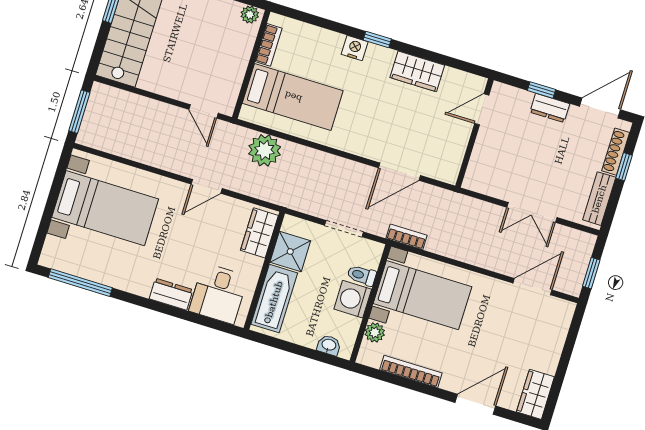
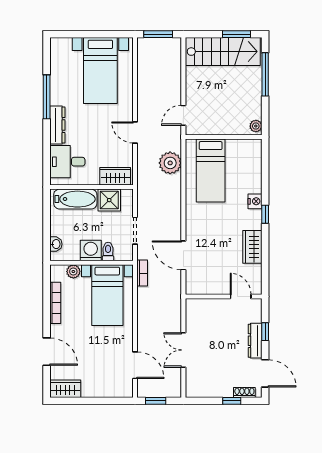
bookcase: (269, 45) -> (240, 144), removed
dresser: (550, 108) -> (255, 341), width x1.44
shoe rack: (616, 152) -> (244, 393), width x0.70
bench: (599, 199) -> (206, 391), removed
window: (80, 283) -> (47, 97), moved
dresser: (171, 294) -> (57, 125), width x1.44

